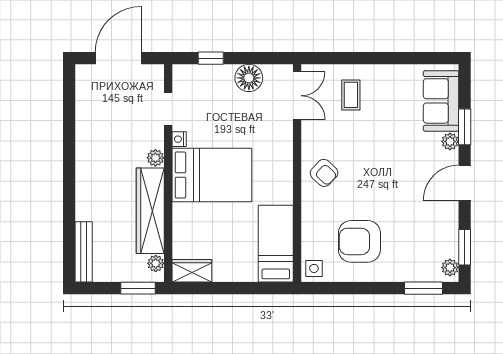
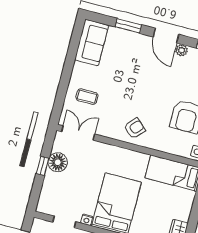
window: (211, 58) -> (43, 166), moved
sofa: (441, 101) -> (92, 43), moved, turned -90
plant: (450, 141) -> (182, 50), moved

